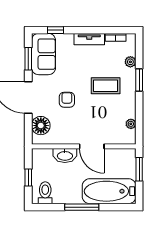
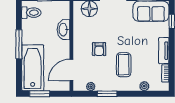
window: (139, 80) -> (107, 94), moved
armchair: (67, 100) -> (99, 49), moved, turned 90
door: (92, 146) -> (71, 70), moved
window: (139, 169) -> (40, 94), moved

